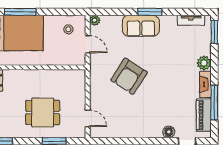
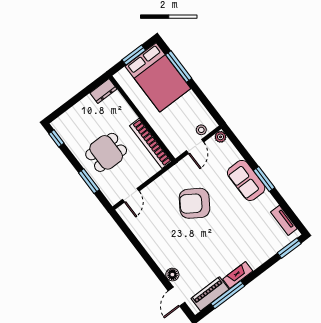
stool: (68, 29) -> (201, 130), moved
plant: (204, 63) -> (255, 260), removed
bookcase: (61, 75) -> (151, 143), added
dining table: (43, 113) -> (106, 152), turned 90

